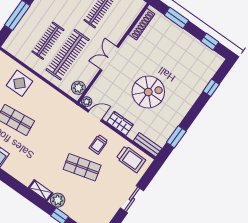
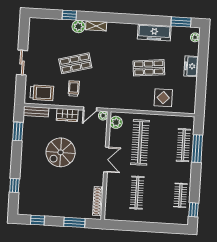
clothes rail: (48, 41) -> (183, 145), moved
trolley: (131, 159) -> (42, 93), turned 180

